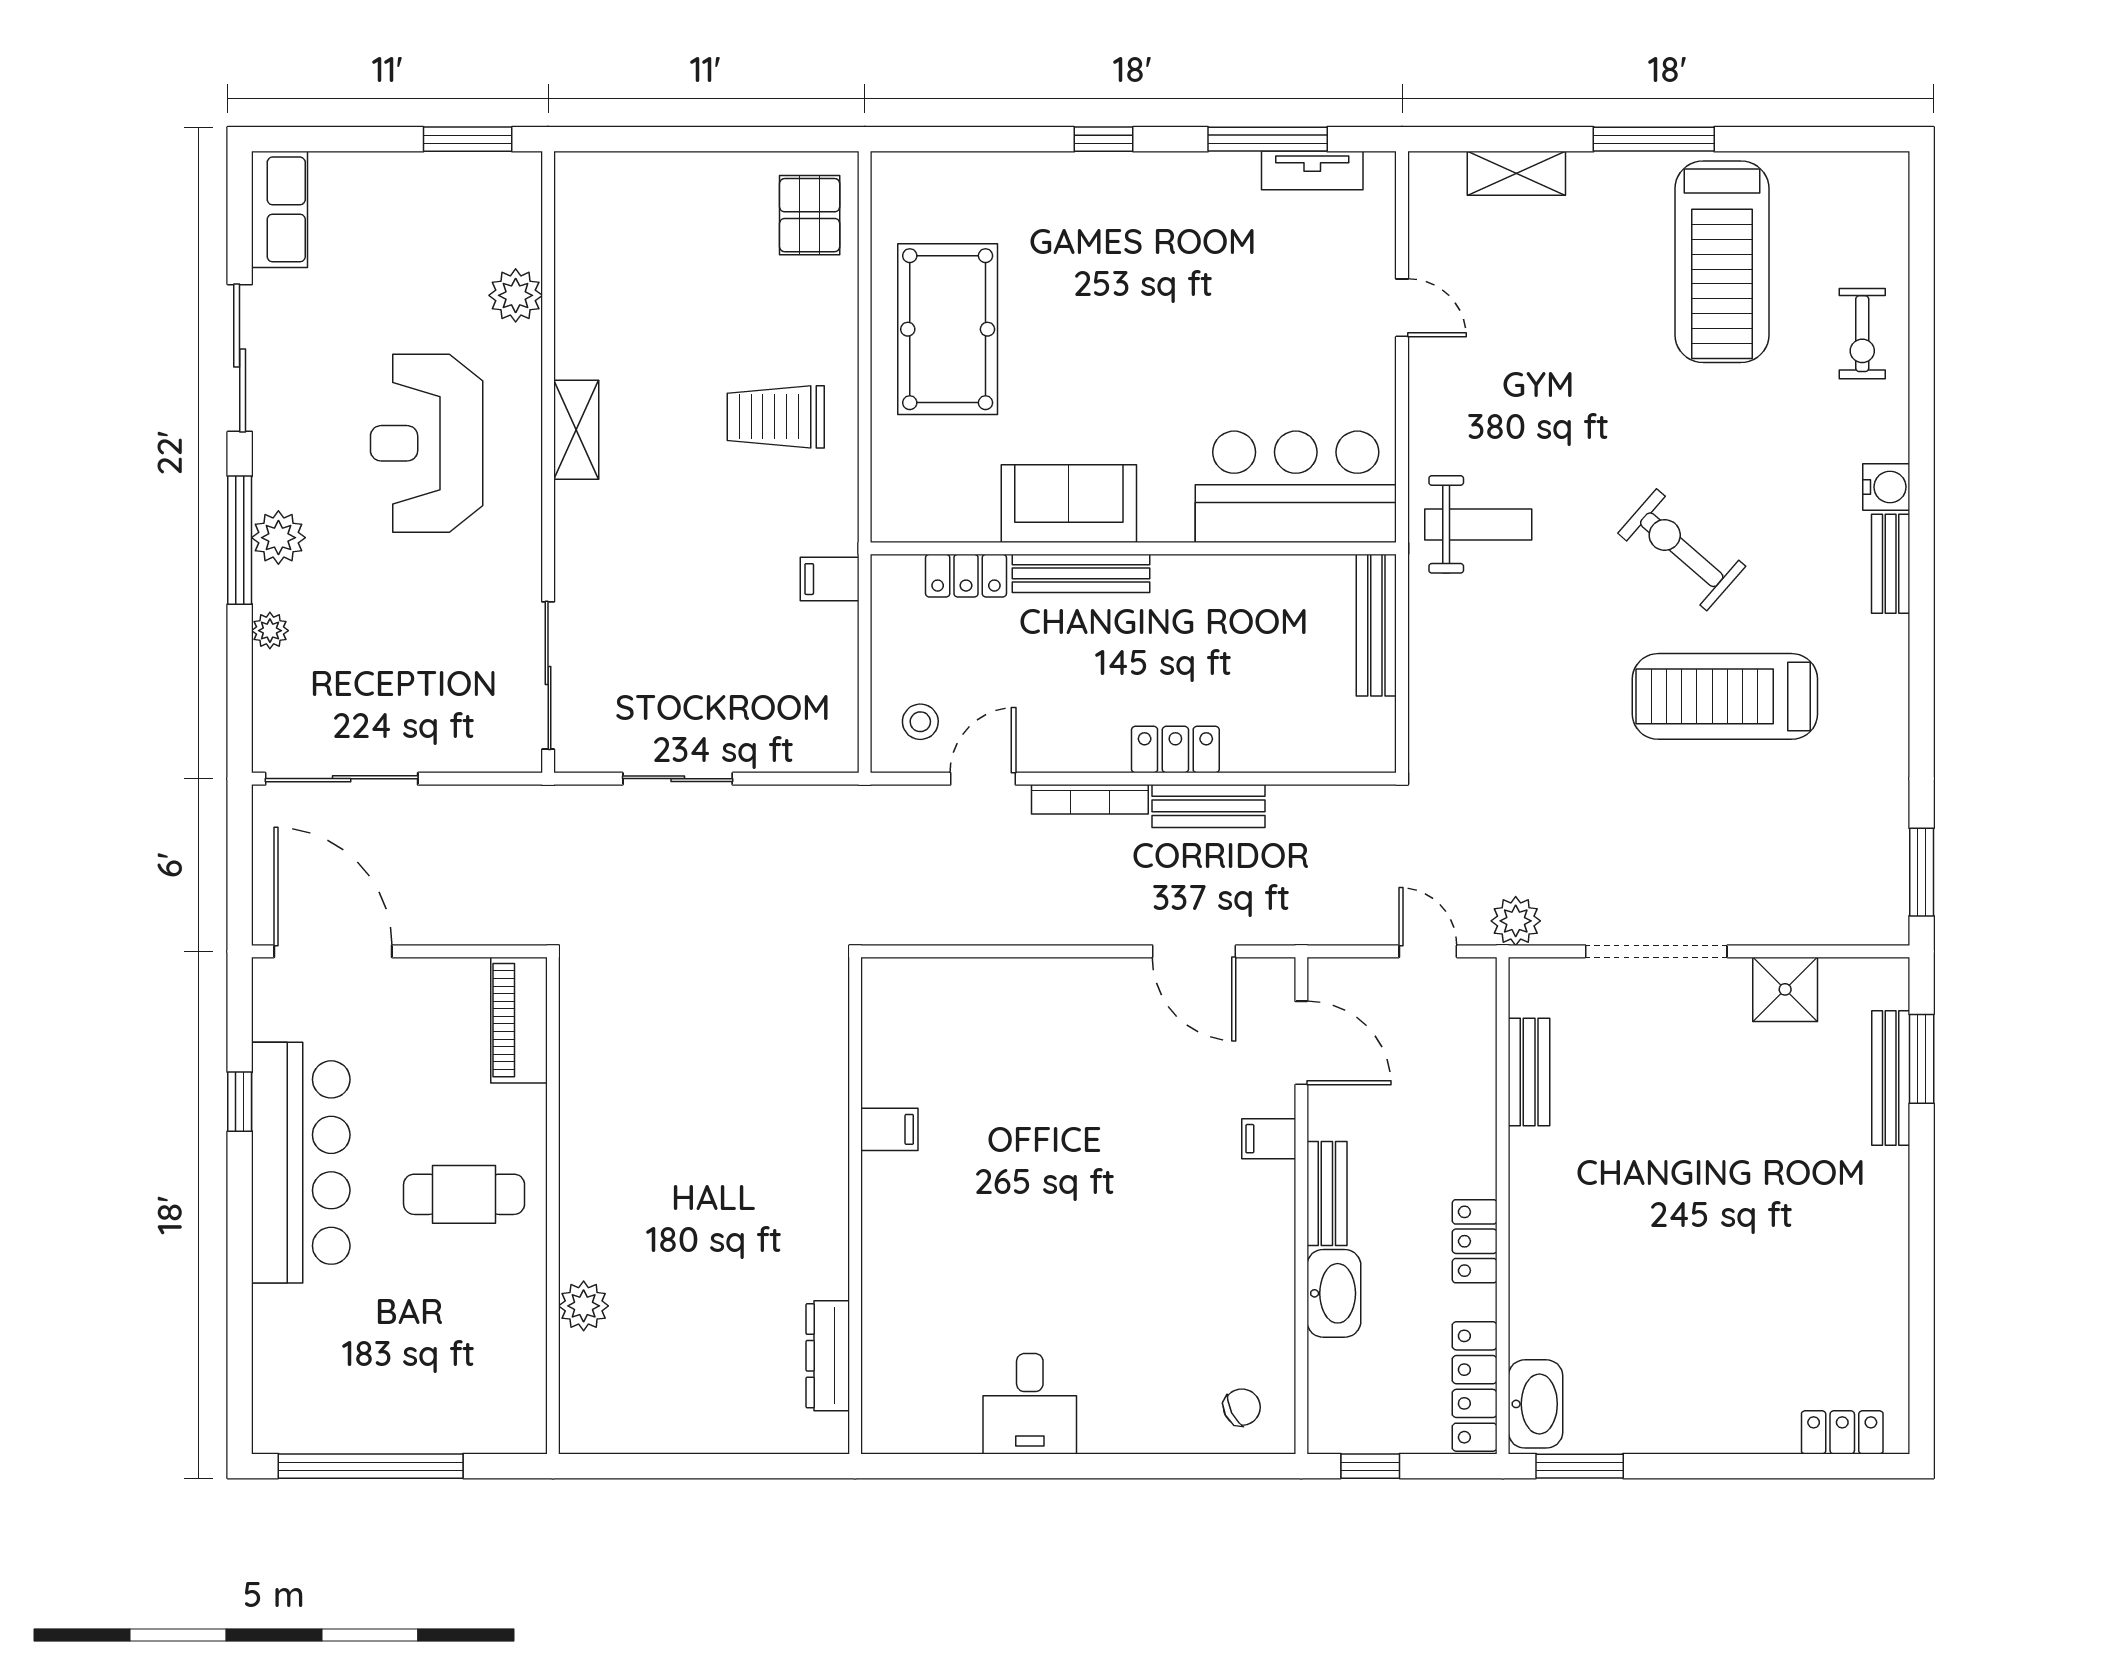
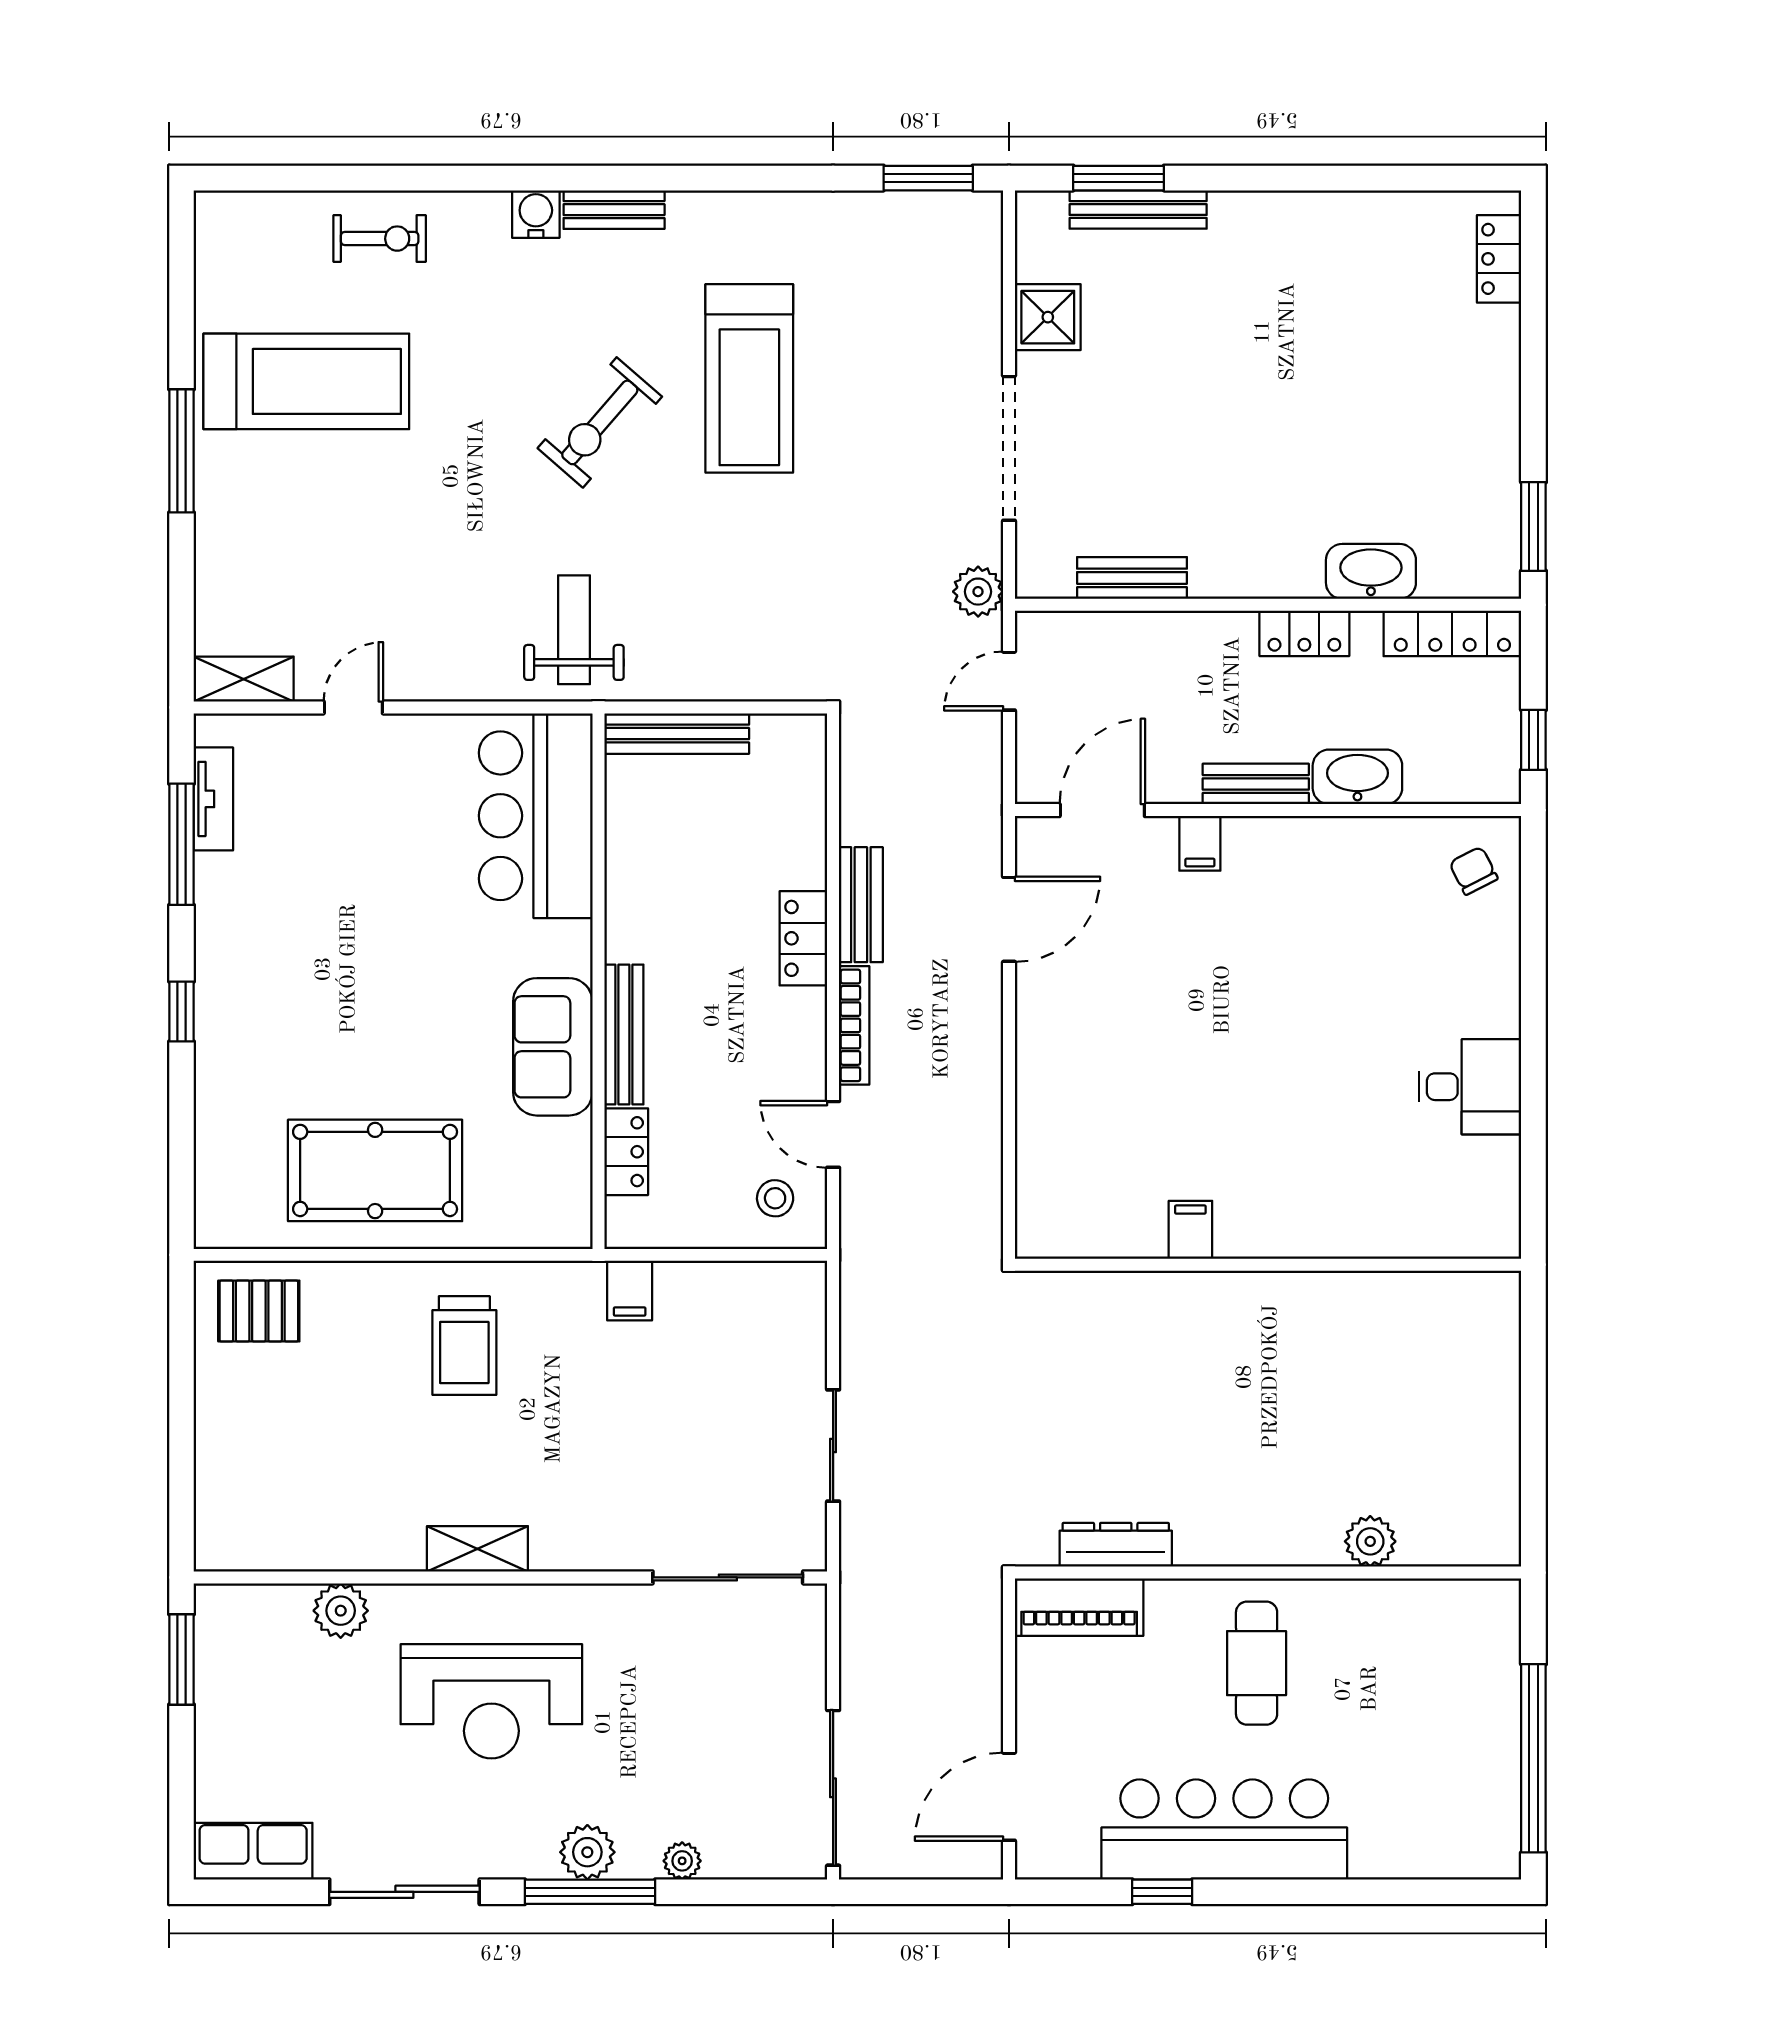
shelving: (1516, 173) -> (244, 679), moved, turned 90
door: (333, 951) -> (1009, 1797), width x0.73
dresser: (828, 1356) -> (1116, 1545), moved, turned 180
washbasin: (1536, 1404) -> (1371, 571), moved

